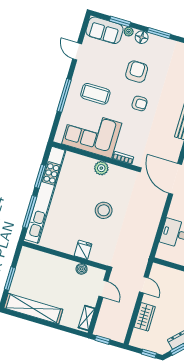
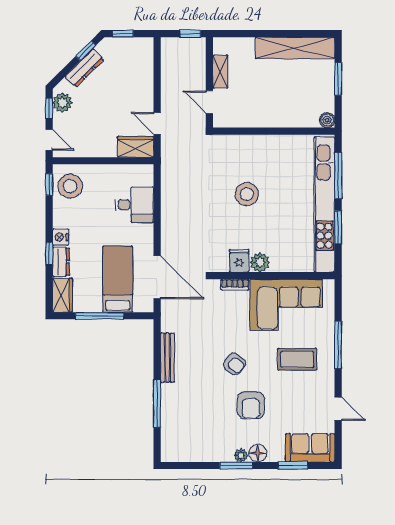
plant: (129, 32) -> (241, 455), moved
armchair: (140, 103) -> (234, 364), turned -141
stool: (104, 210) -> (247, 194), moved
fridge: (83, 250) -> (239, 261), moved, turned 180
boiler: (82, 269) -> (327, 120), moved
wardrobe: (145, 317) -> (136, 147), moved, turned 90
shelving: (87, 318) -> (220, 72), moved

